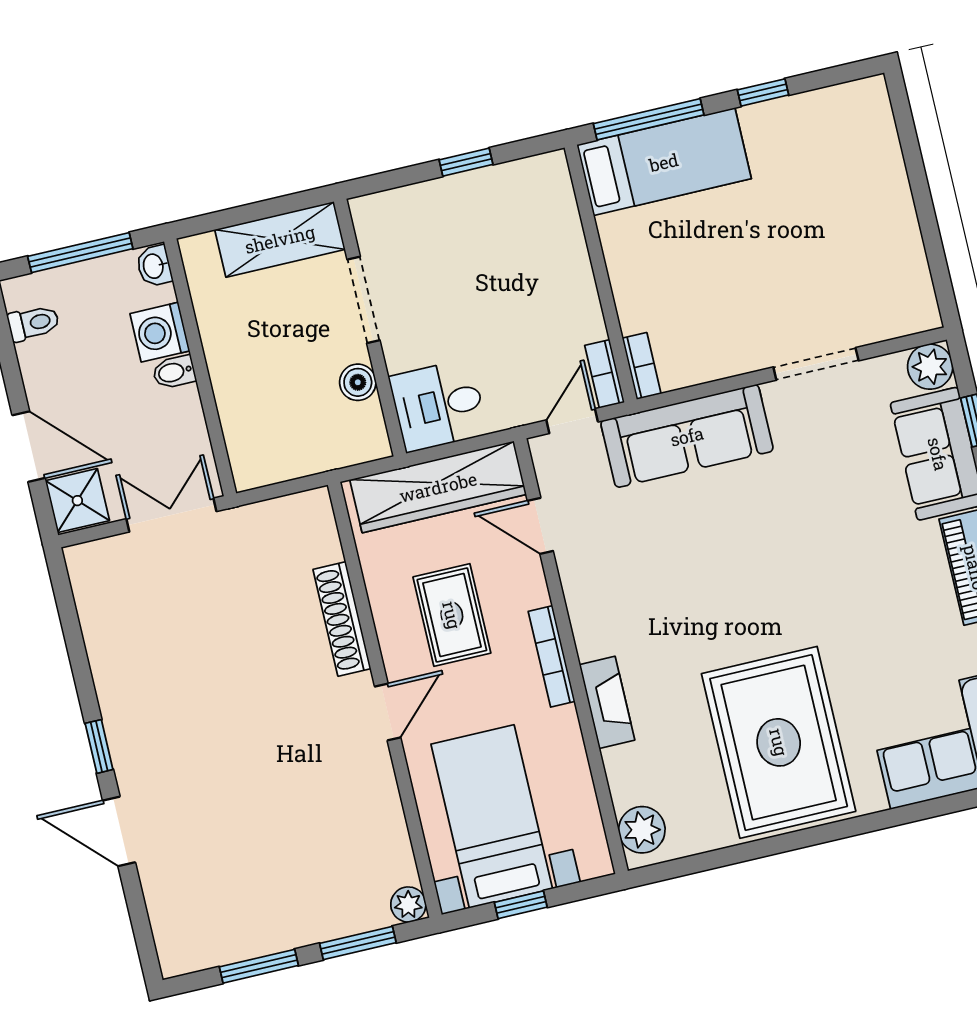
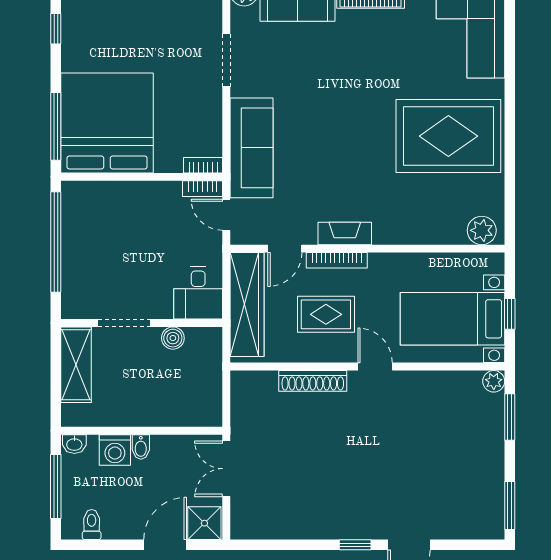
window: (763, 92) -> (56, 29), moved
window: (466, 162) -> (56, 242), width x3.17
bed: (664, 162) -> (107, 123), width x2.04
bookcase: (552, 656) -> (337, 260), moved
fireplace: (607, 702) -> (345, 233), moved
window: (259, 966) -> (510, 505), moved

